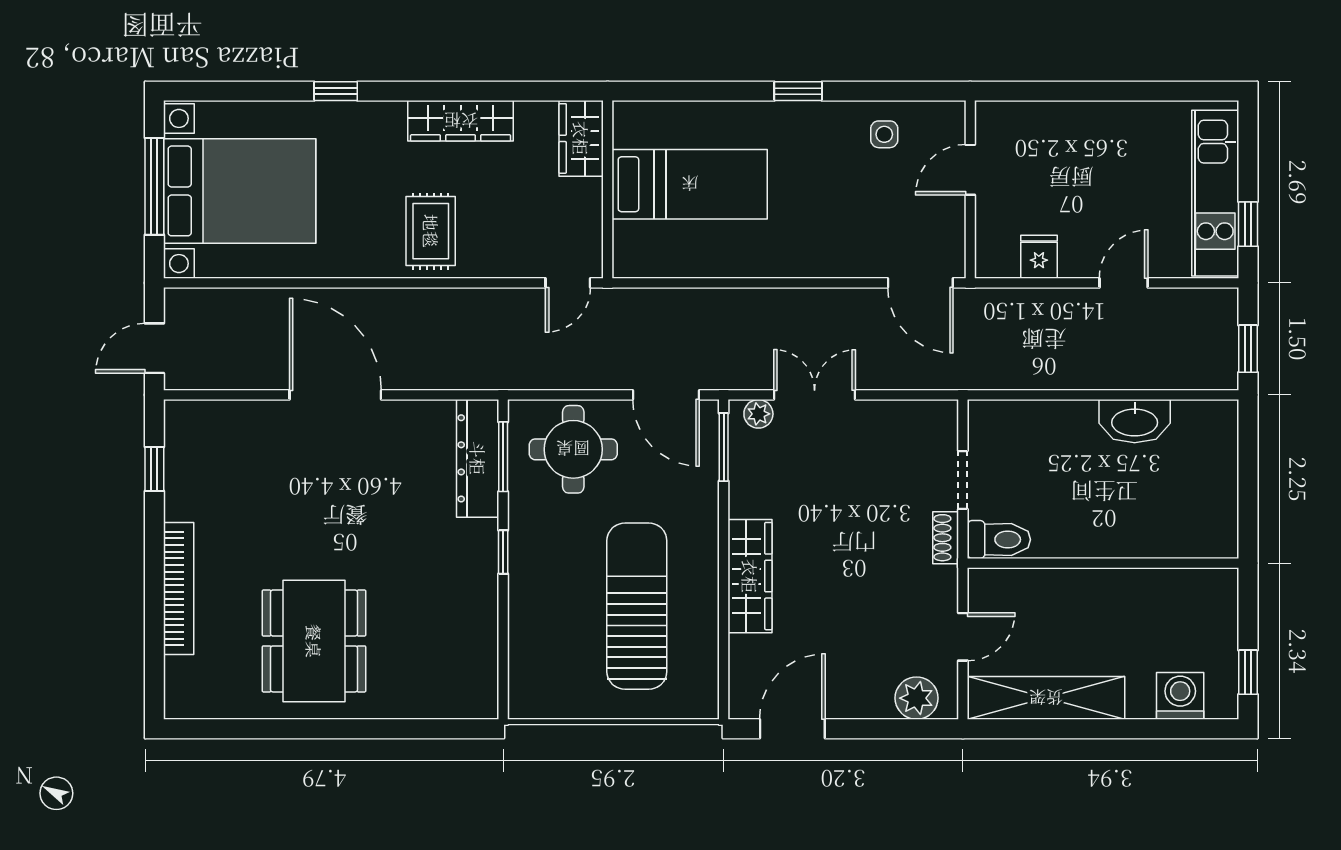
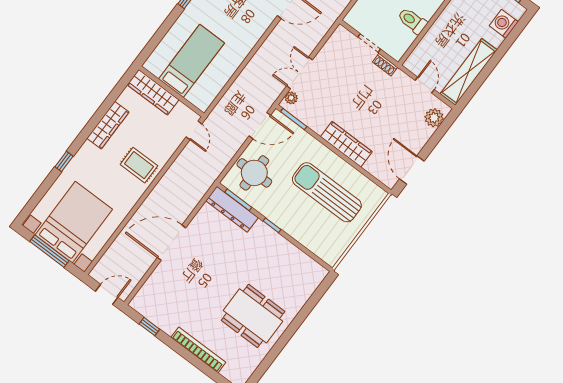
wardrobe: (581, 138) -> (153, 92), width x1.50
door: (154, 348) -> (107, 294), swing flipped
toilet: (999, 540) -> (412, 21), moved, turned -90

